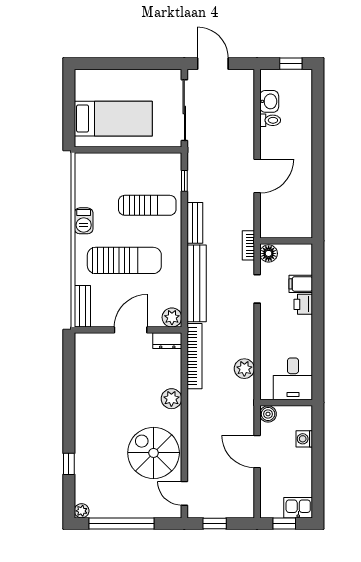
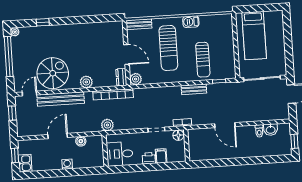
bench: (197, 283) -> (61, 99), moved
desk: (293, 379) -> (120, 154), moved
wall: (286, 403) -> (105, 151), moved

